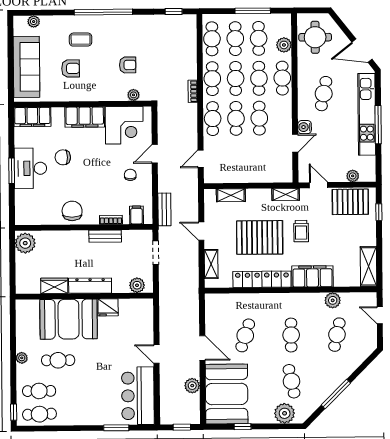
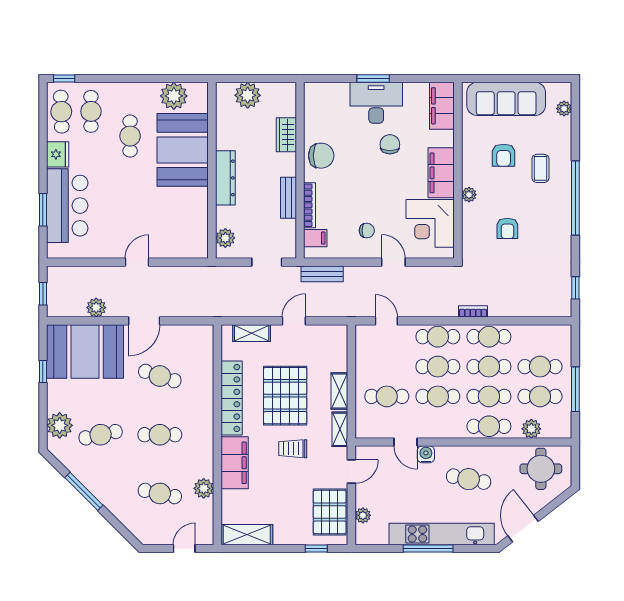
cafe table: (212, 39) -> (387, 396), moved
plant: (133, 95) -> (469, 195), moved
shelving: (231, 195) -> (339, 391), moved
bookcase: (111, 220) -> (309, 205), width x1.56
plant: (25, 243) -> (248, 95), moved
wardrobe: (54, 286) -> (286, 135), moved, turned 180
fridge: (108, 307) -> (58, 154), moved, turned 180
plant: (22, 358) -> (174, 96), moved, width x1.88, depth x1.88
bar counter: (138, 396) -> (67, 206), moved, turned 90

